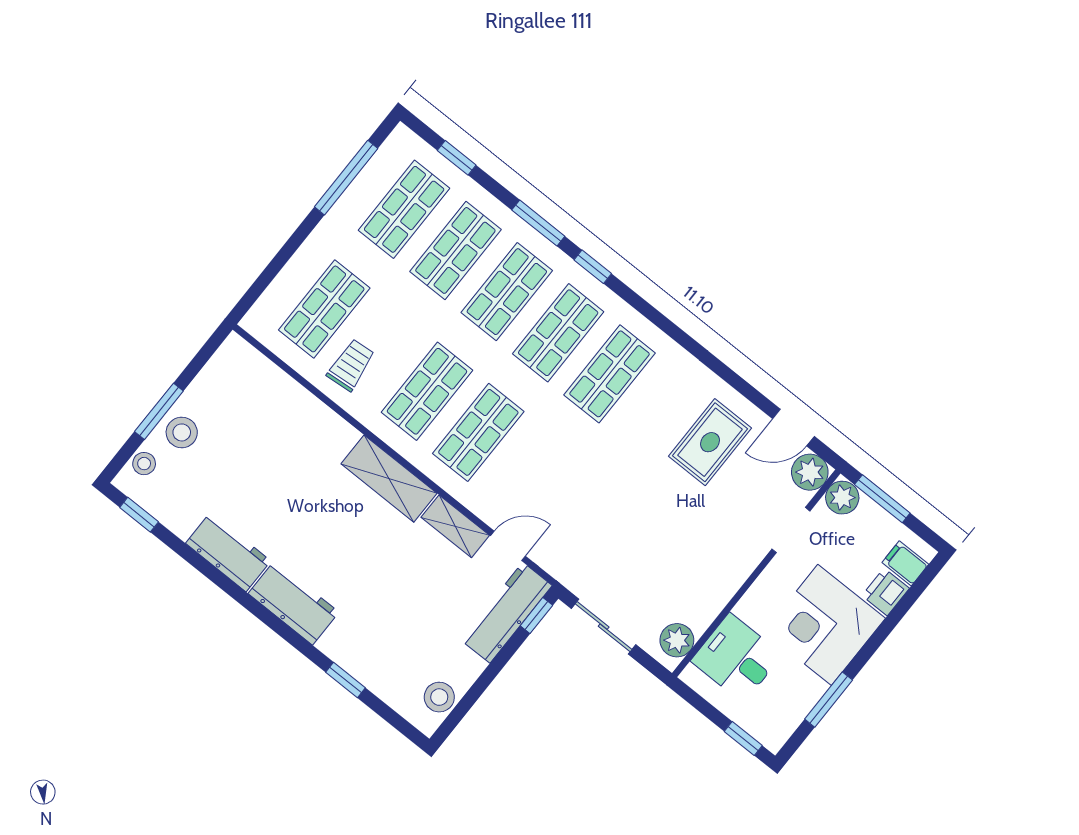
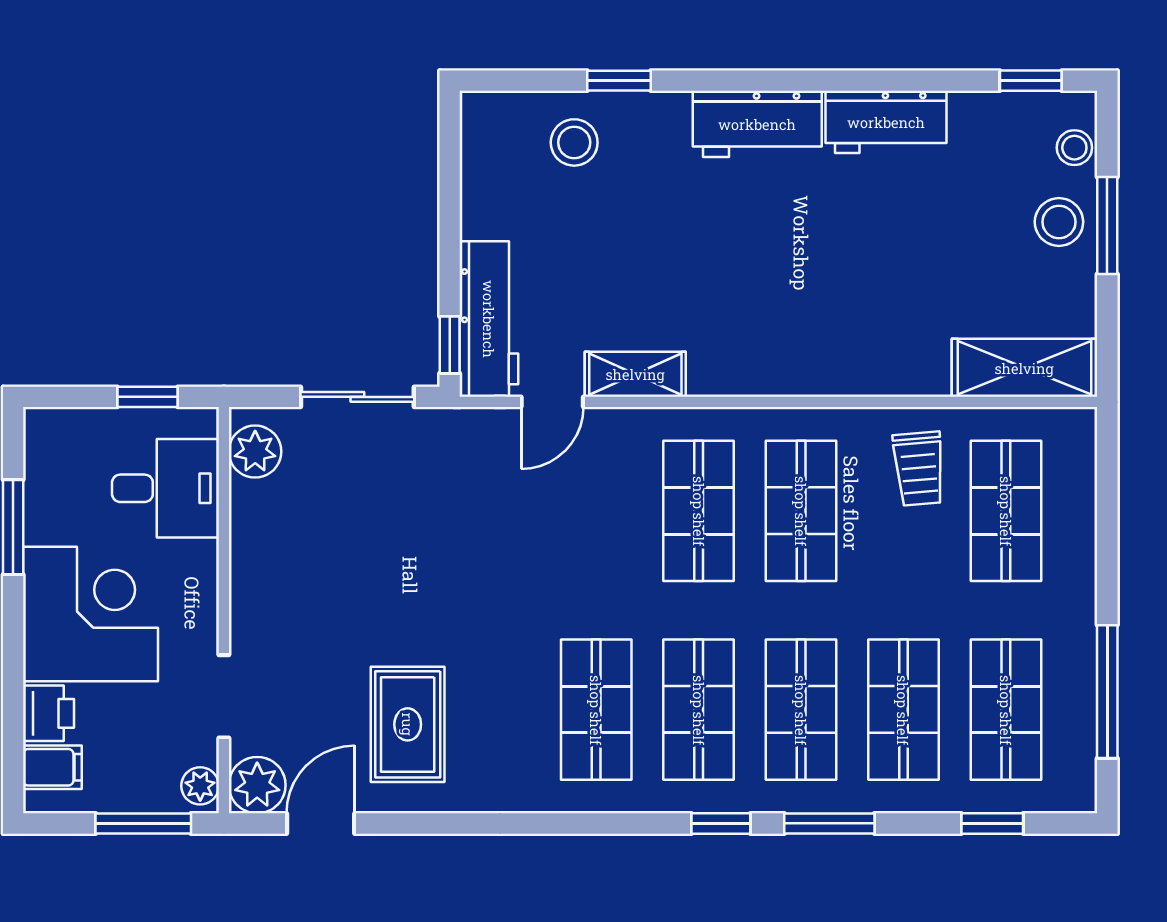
shelving: (389, 479) -> (1024, 368), moved
plant: (842, 498) -> (200, 786), width x0.73, depth x0.73
stool: (439, 697) -> (574, 142), moved
window: (743, 738) -> (148, 397), moved

